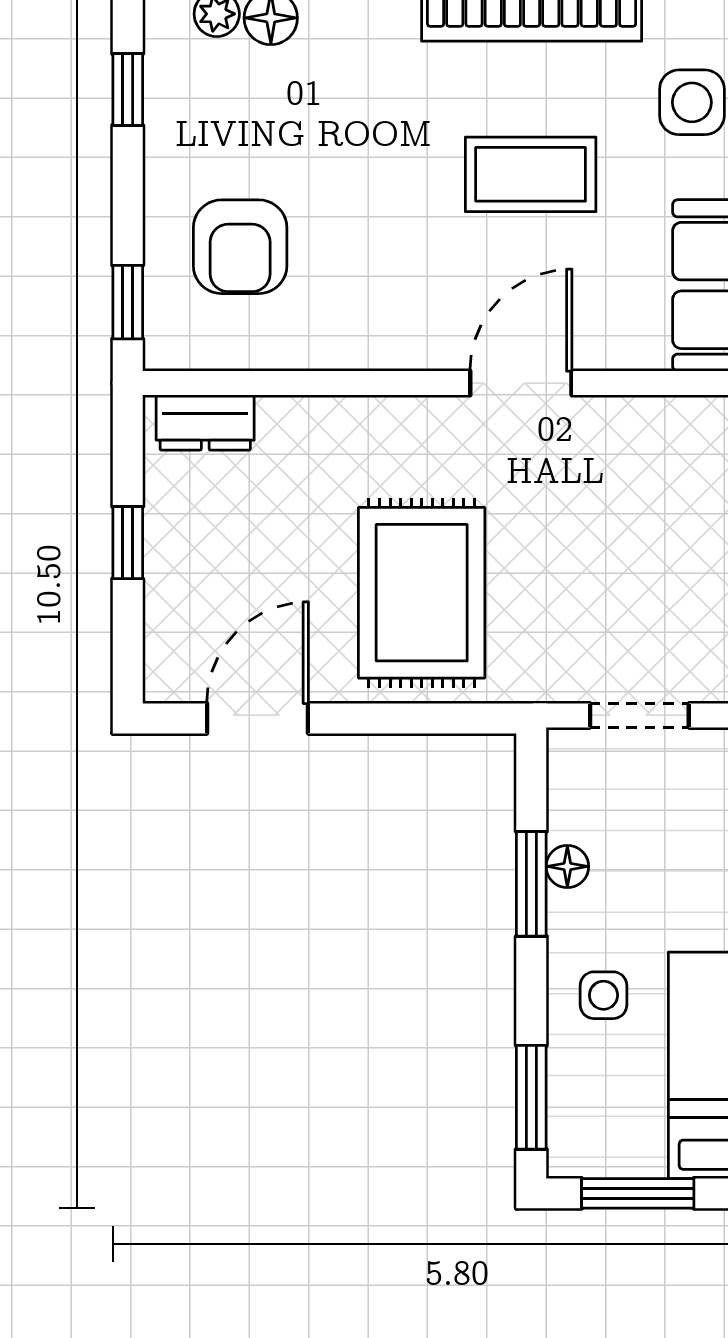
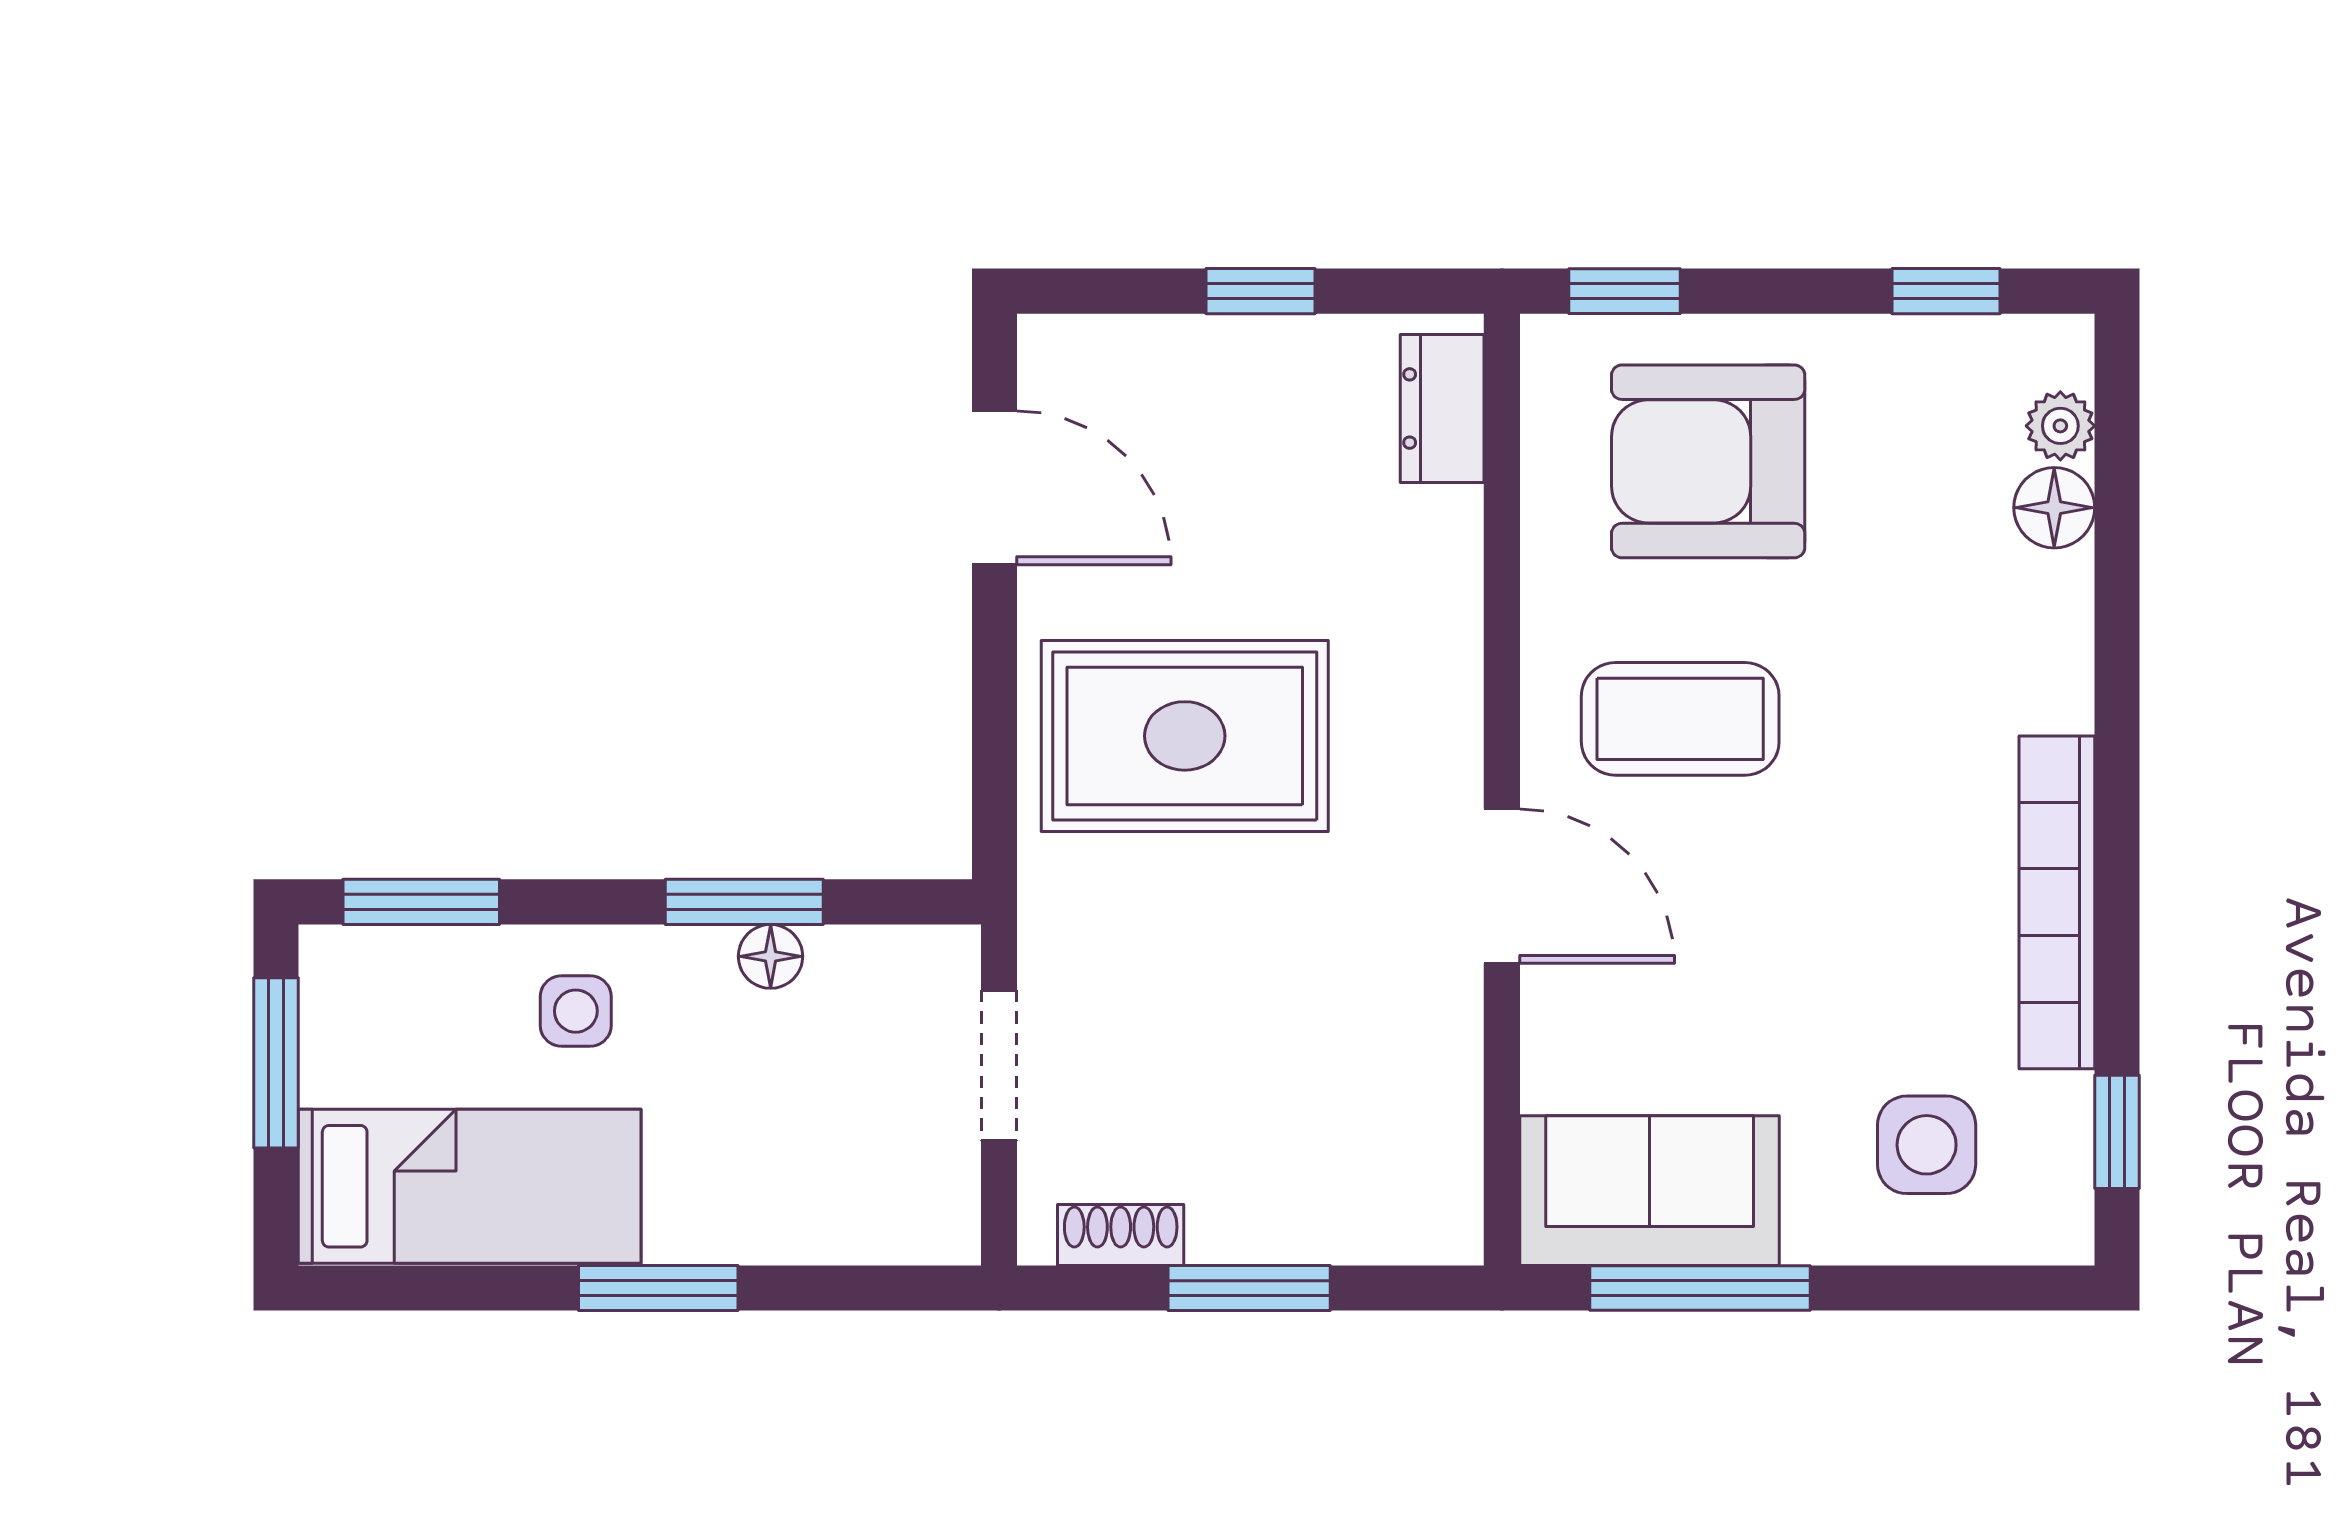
coffee table: (531, 174) -> (1680, 719), moved, turned 90
armchair: (240, 247) -> (1708, 461), width x1.36, depth x1.36

